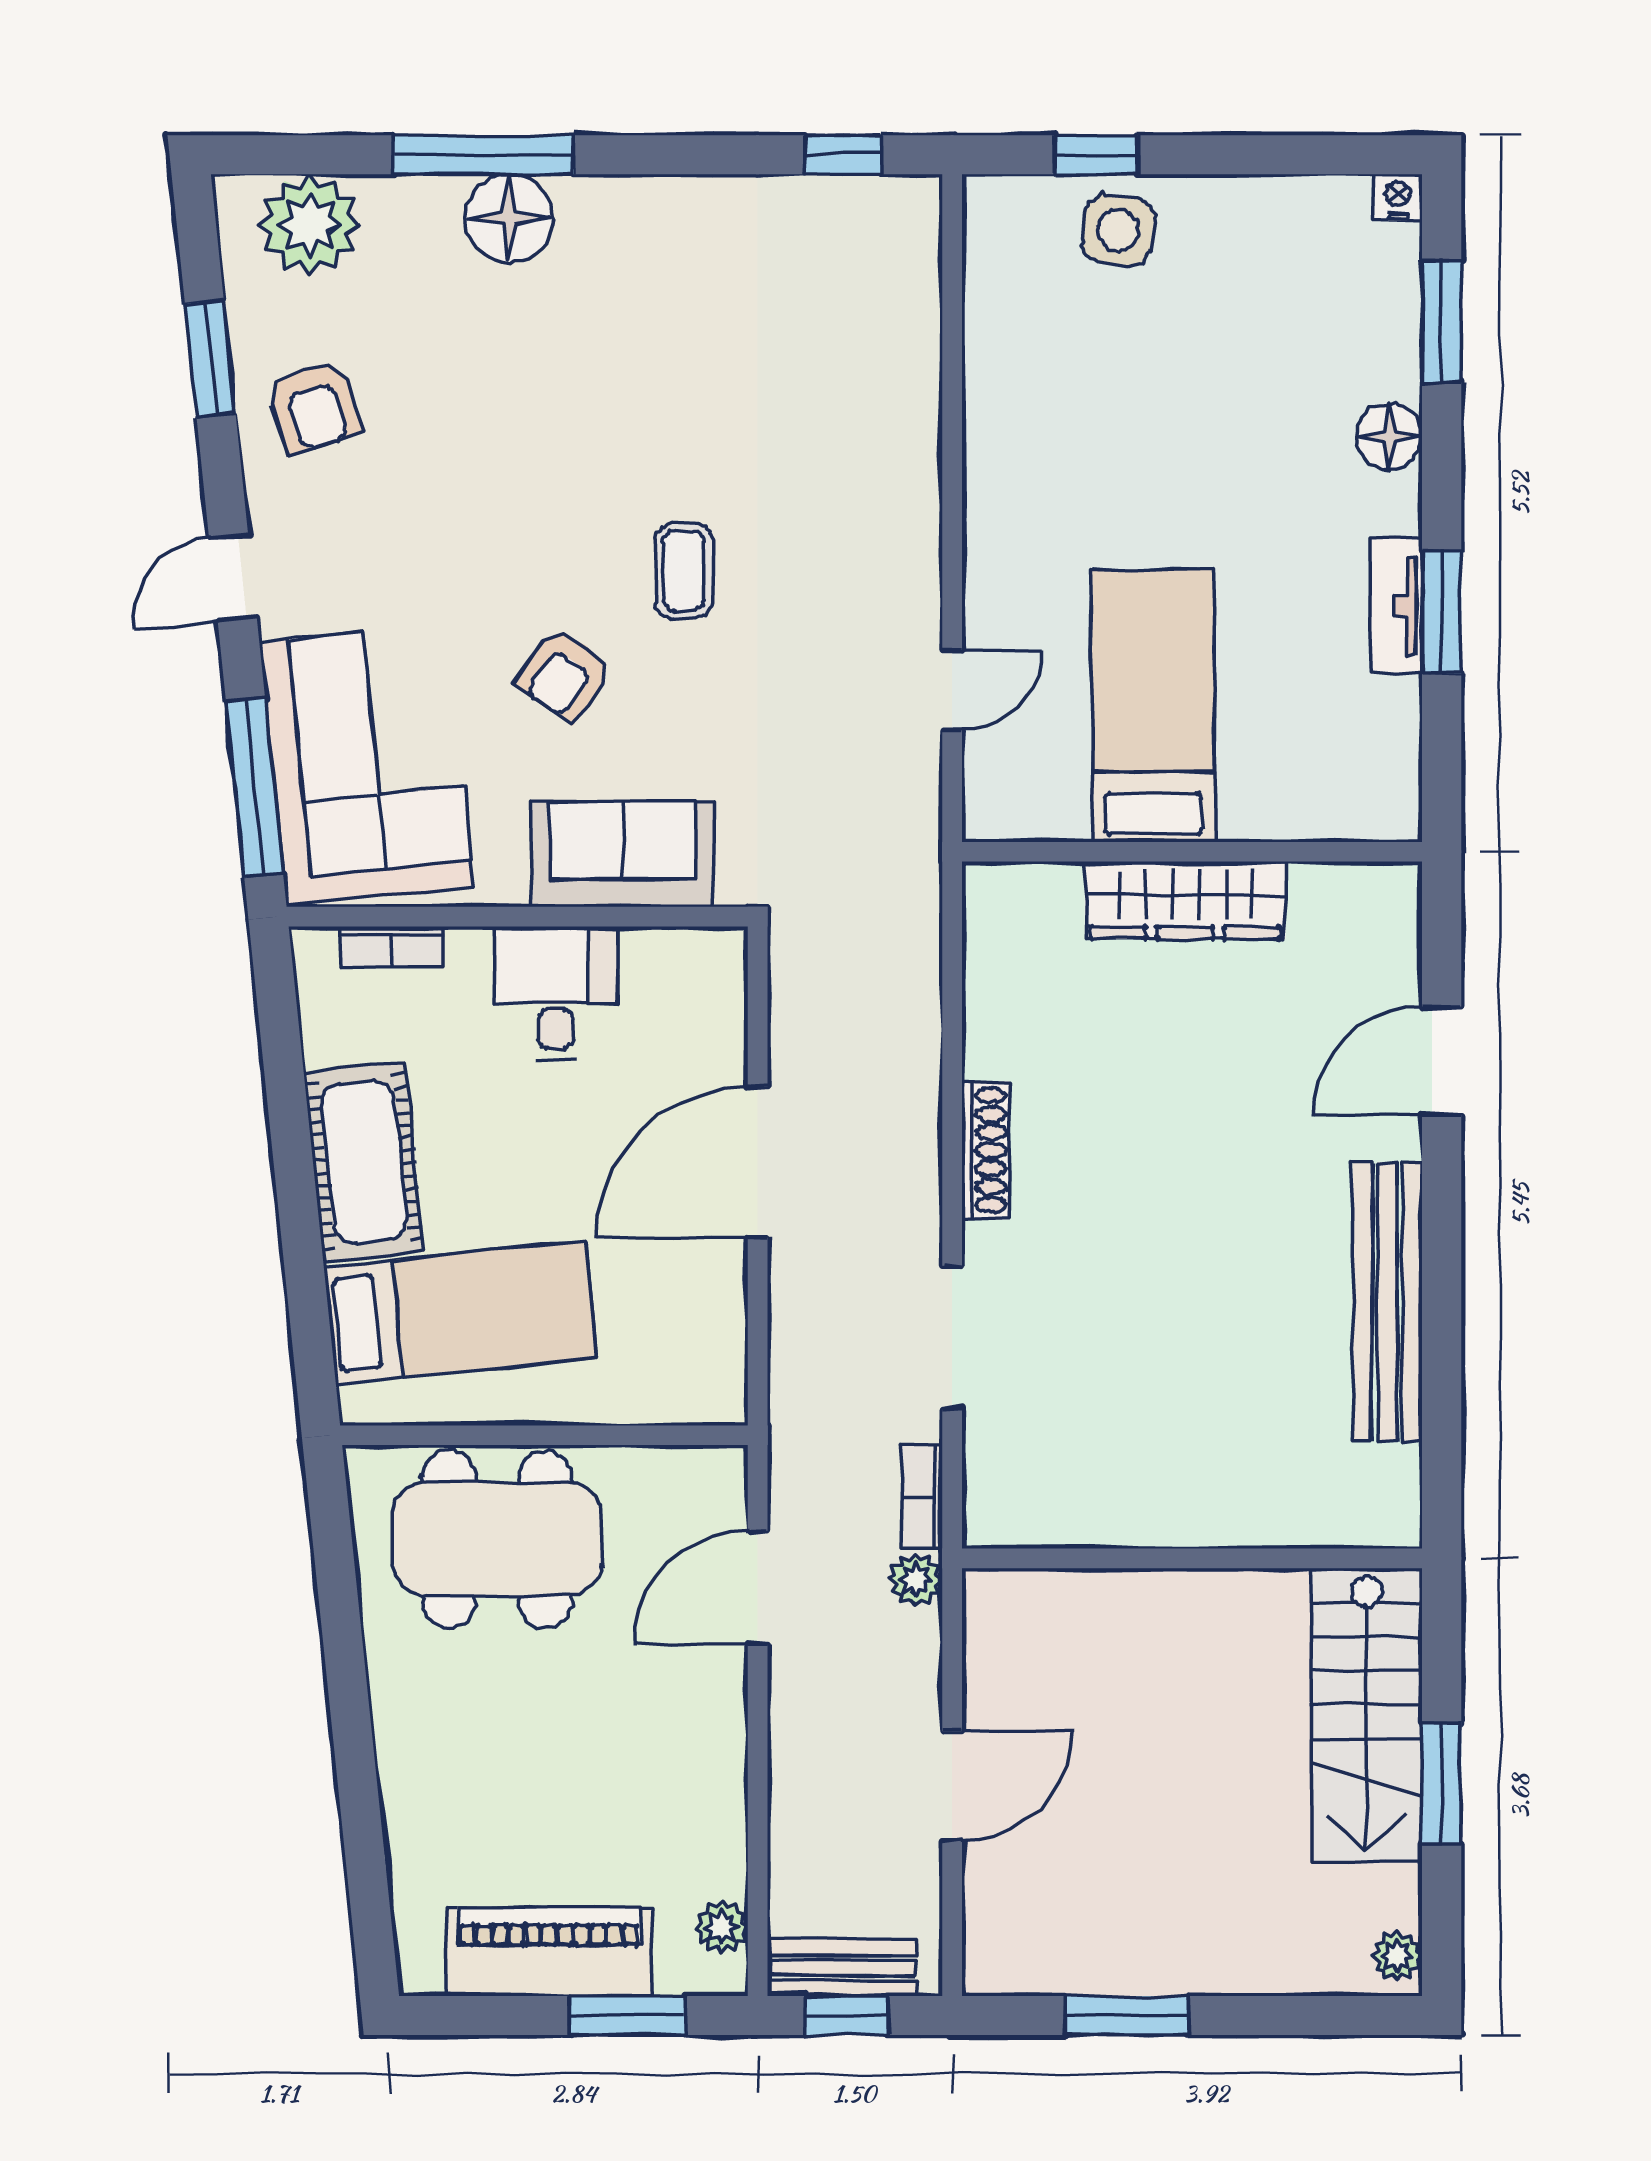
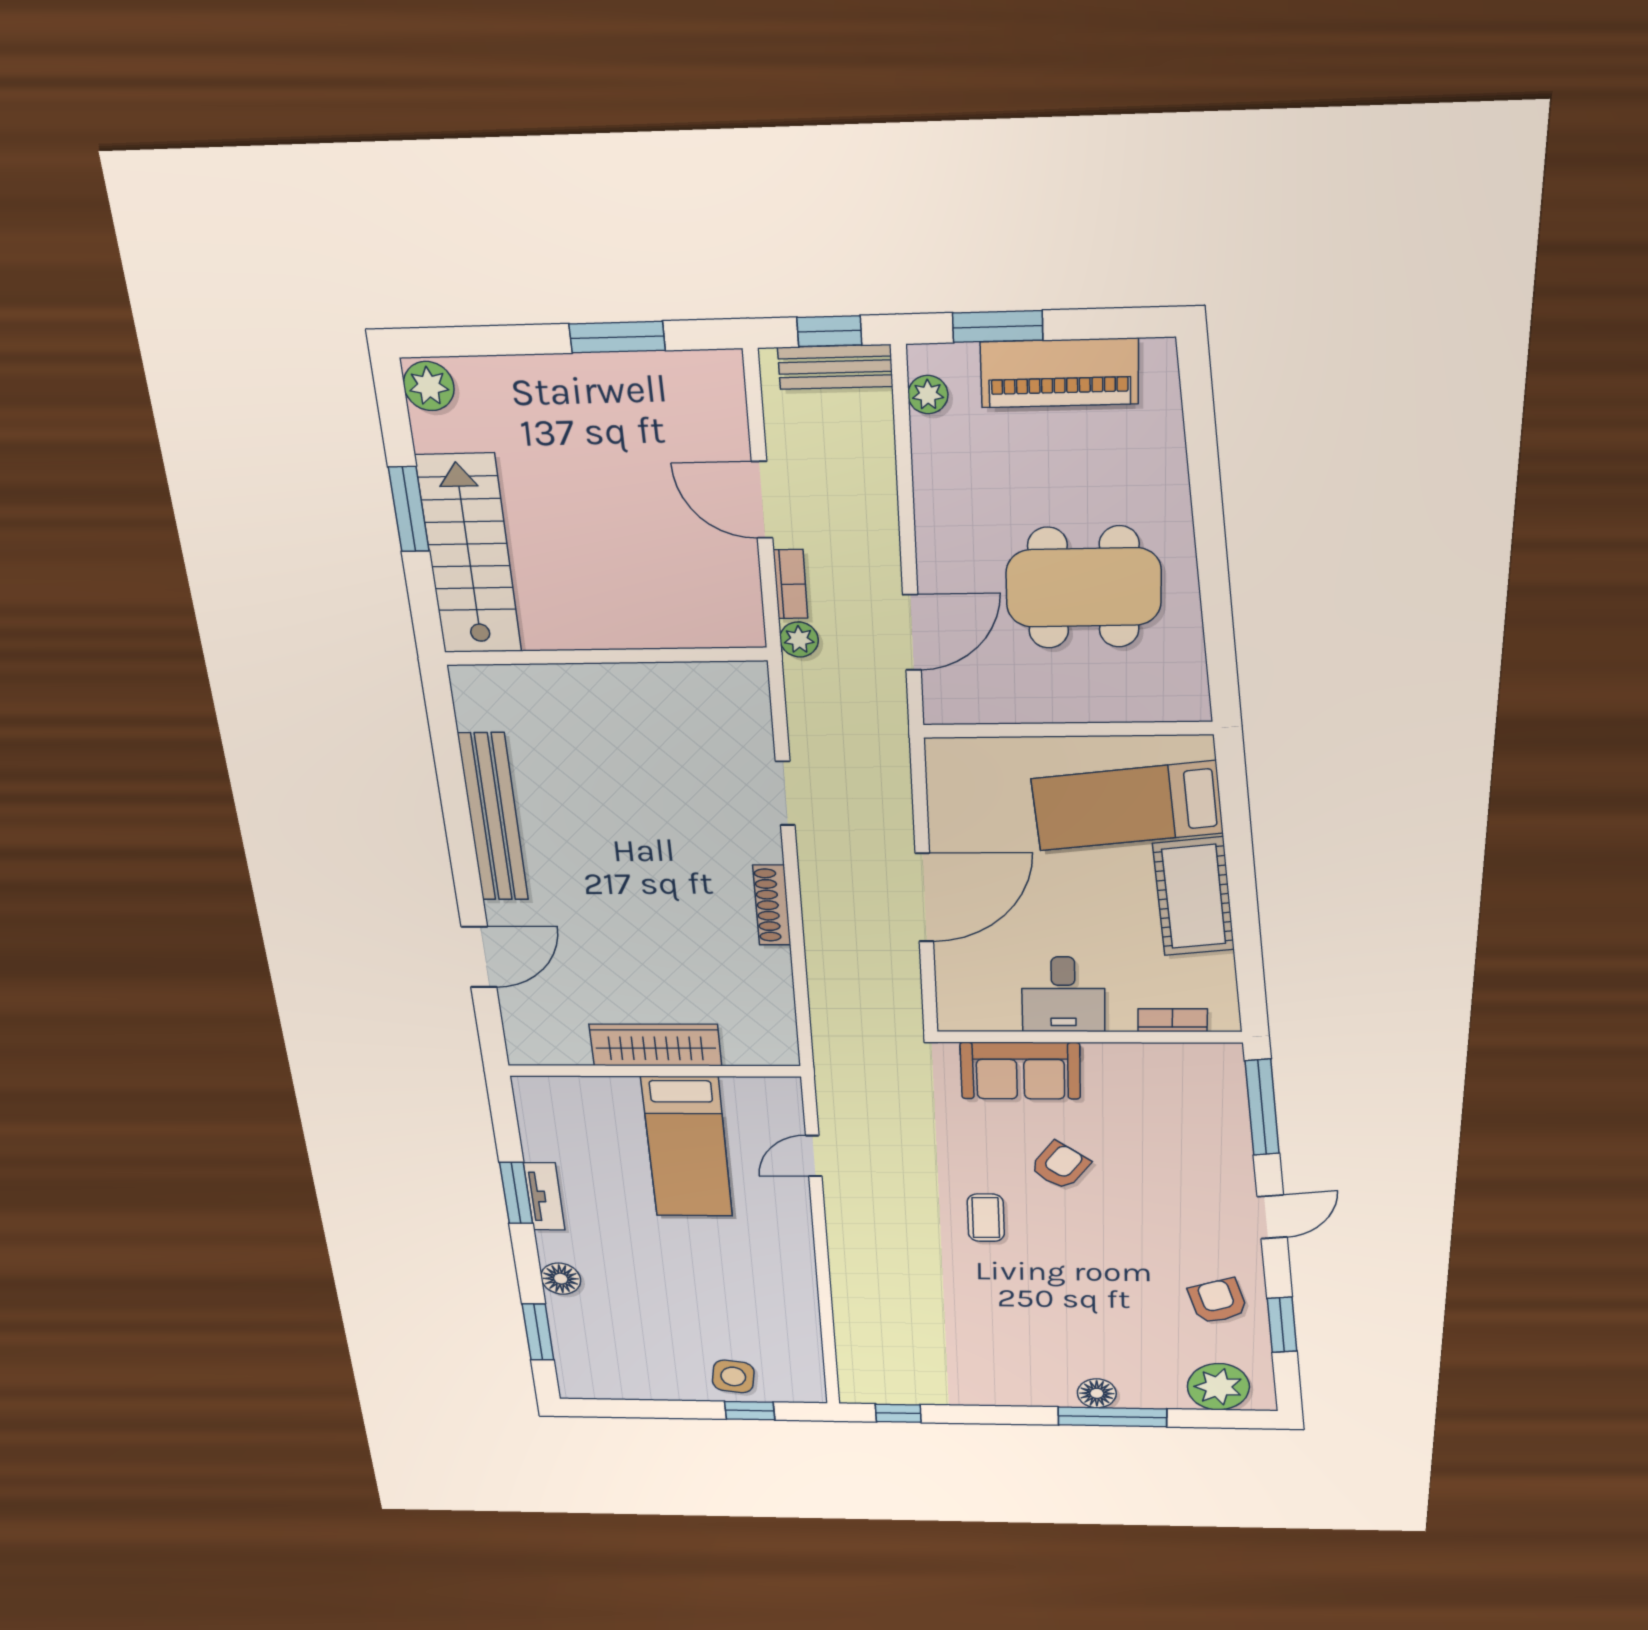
nightstand: (1398, 197) -> (572, 1389), removed
floor lamp: (509, 218) -> (1097, 1393), width x0.73, depth x0.73
corner sofa: (367, 764) -> (1188, 1119), removed
doorway: (952, 1338) -> (785, 793), width x0.73
bookcase: (922, 1497) -> (790, 584), moved
dining table: (497, 1539) -> (1084, 588), moved
door: (952, 1786) -> (762, 500), hinge flipped
plant: (1397, 1956) -> (429, 386), width x1.38, depth x1.38

